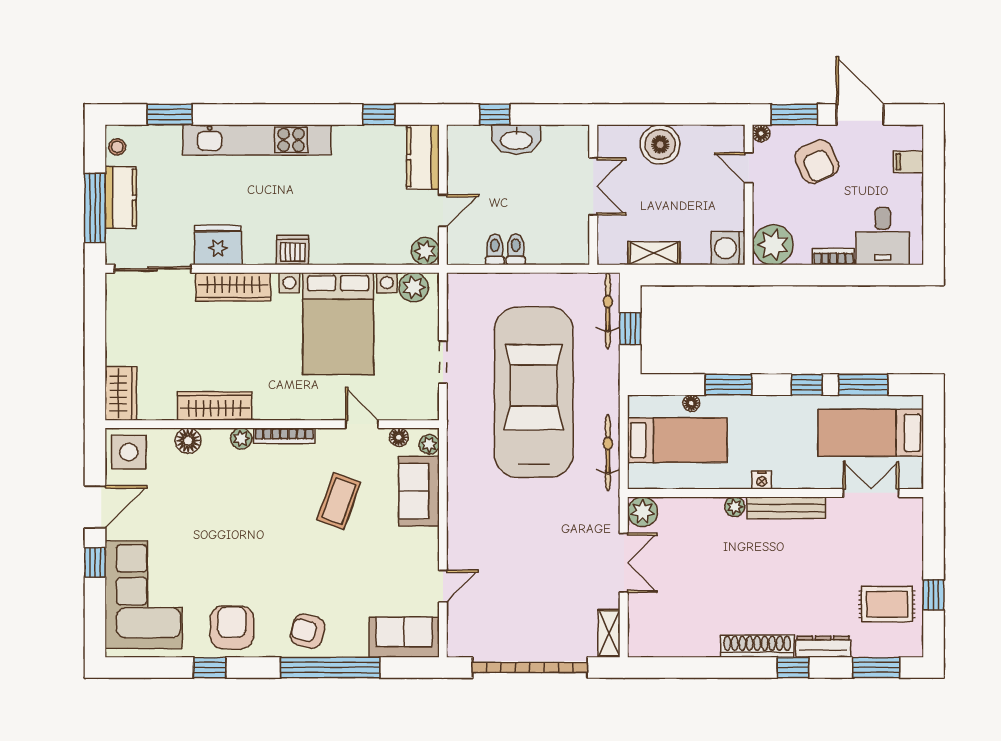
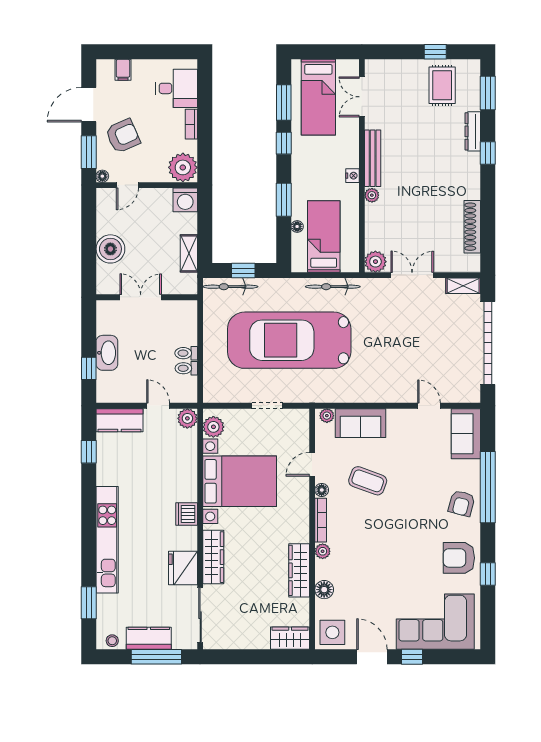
floor lamp: (399, 437) -> (322, 490), moved
shoe rack: (757, 646) -> (472, 227), moved

